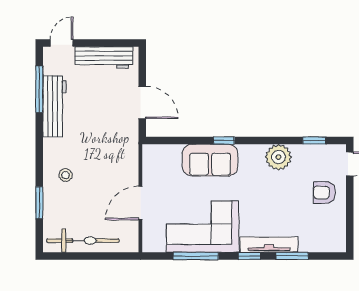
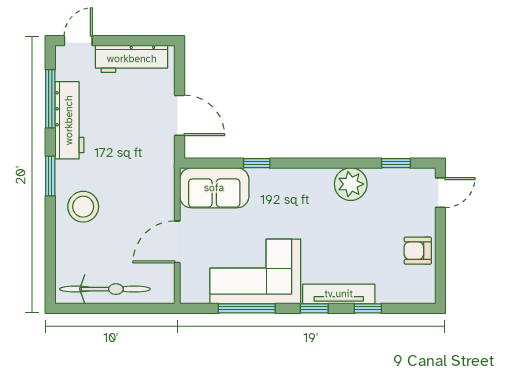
window: (224, 140) -> (257, 163), moved
sofa: (210, 160) -> (214, 188), moved
stool: (66, 175) -> (83, 207), width x1.89, depth x1.89
armchair: (324, 193) -> (418, 251), moved
window: (39, 203) -> (50, 176), moved
window: (292, 256) -> (368, 308), width x0.67

